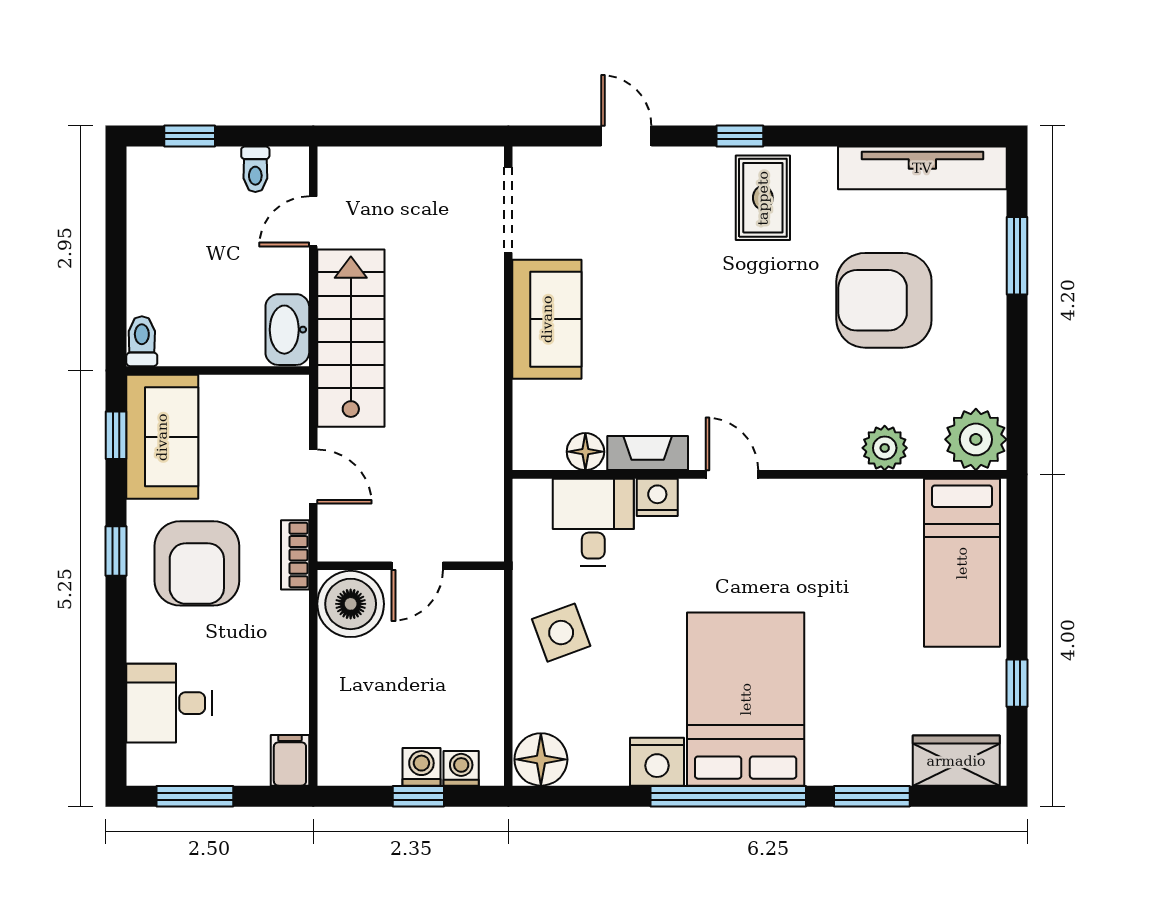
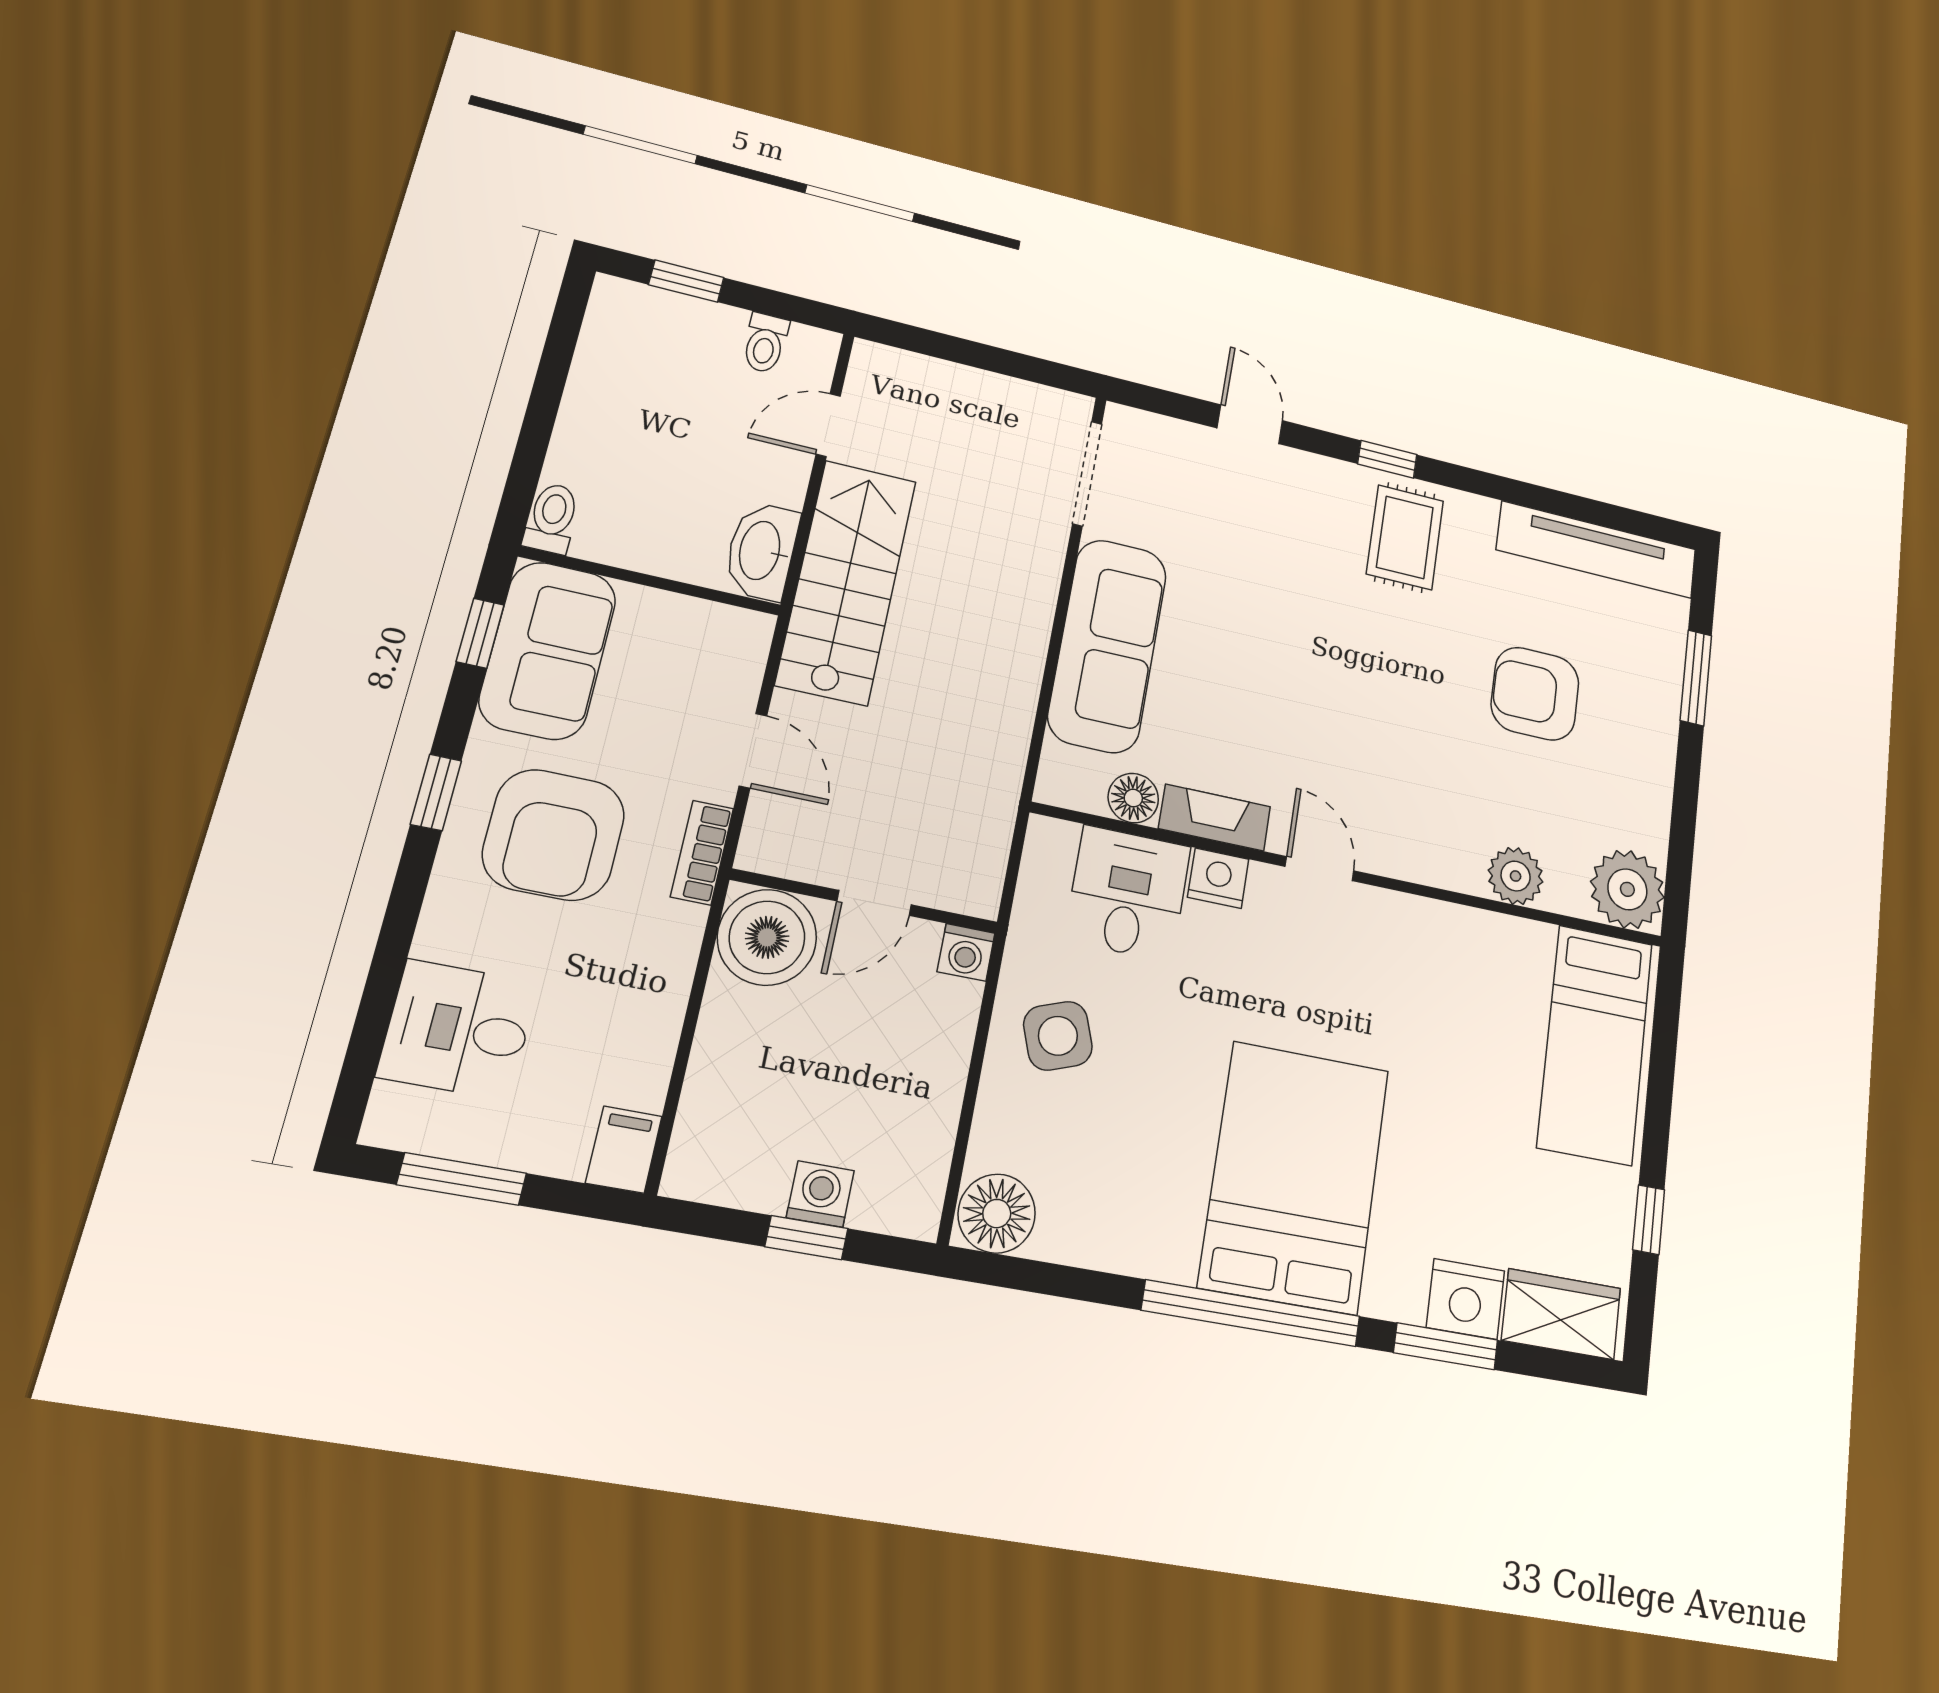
armchair: (884, 300) -> (1535, 694), width x0.73, depth x0.73
sofa: (547, 319) -> (1108, 645), width x1.36
nightstand: (657, 762) -> (1465, 1299), moved
washing machine: (461, 768) -> (966, 952), moved, turned 180

